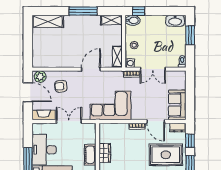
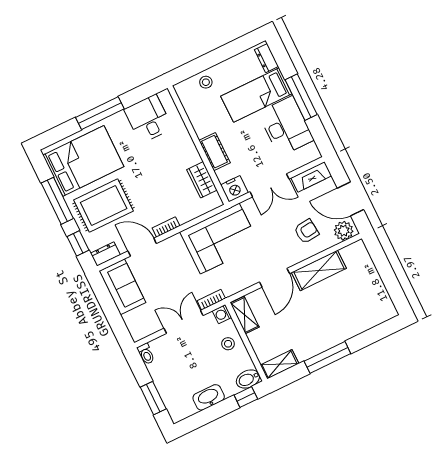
washbasin: (175, 21) -> (209, 397), moved
shelving: (48, 22) -> (319, 270), moved
nightstand: (89, 129) -> (234, 189), added
wardrobe: (105, 153) -> (202, 180), moved

